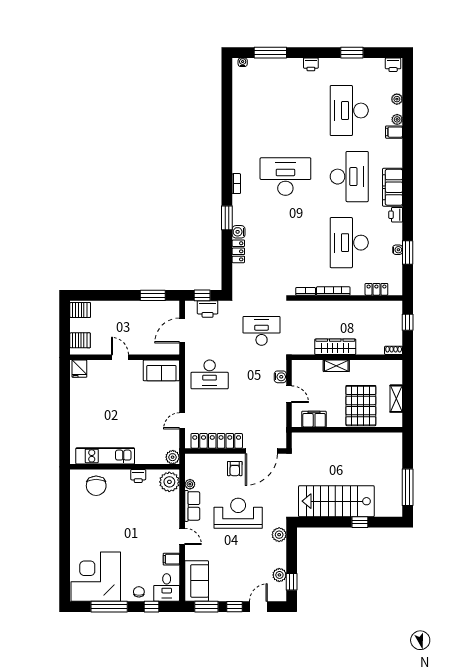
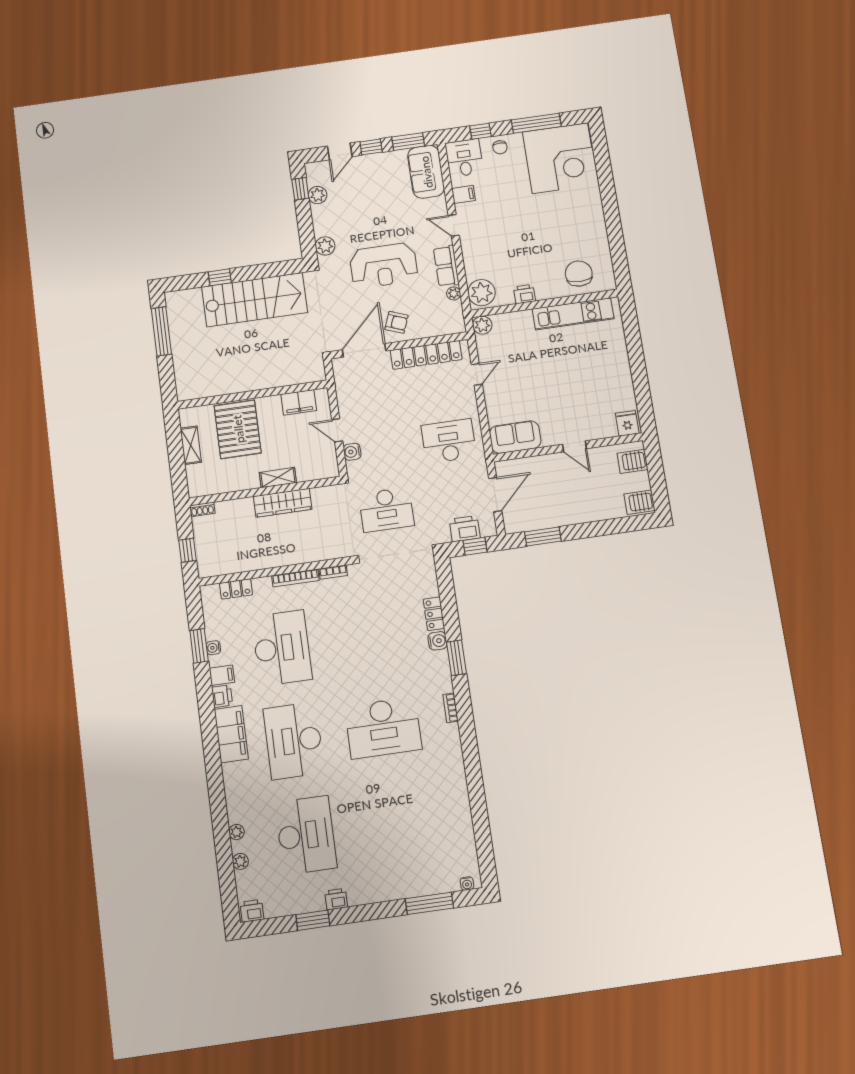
printer: (311, 64) -> (336, 899), moved
filing cabinet: (394, 132) -> (222, 675), moved
armchair: (235, 469) -> (396, 322), turned 111

